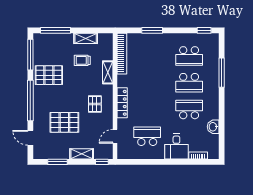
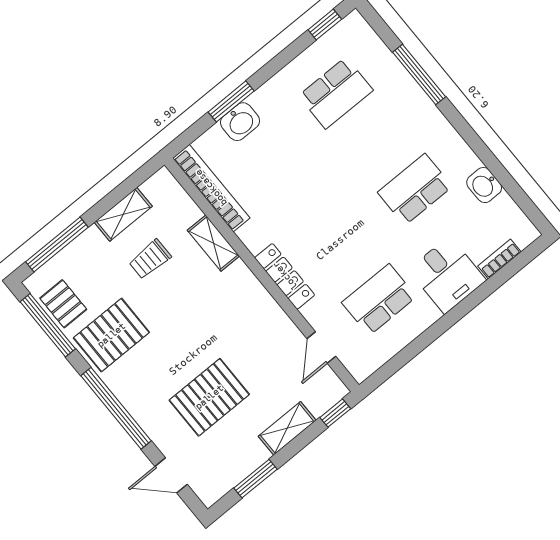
washbasin: (150, 39) -> (240, 122), added
school desk: (189, 83) -> (375, 141), removed
pallet: (95, 104) -> (63, 304), moved

